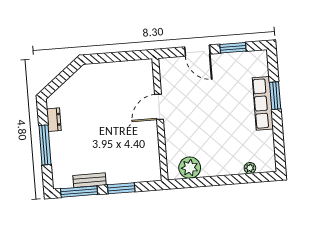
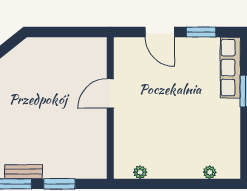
row of seats: (263, 103) -> (230, 68), moved
plant: (190, 168) -> (140, 172), width x0.53, depth x0.53

